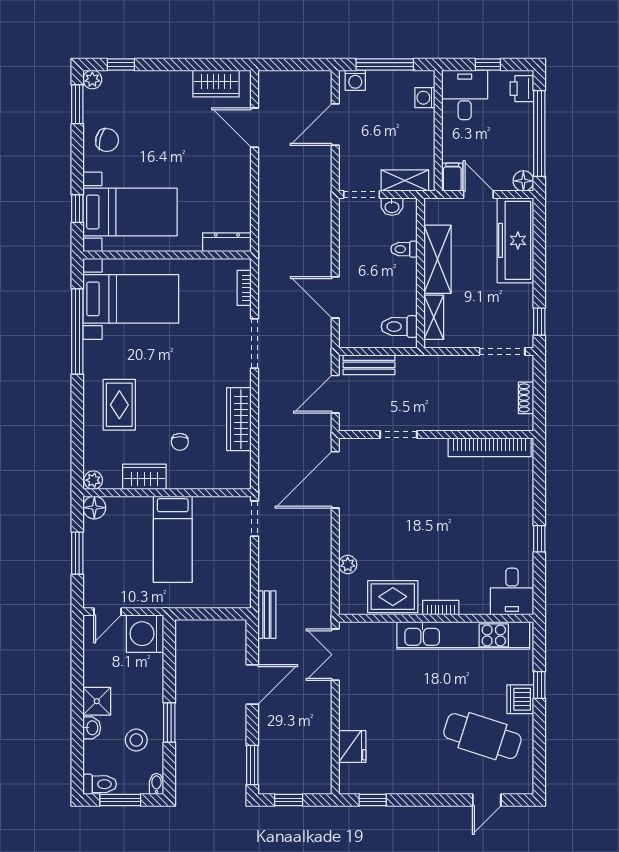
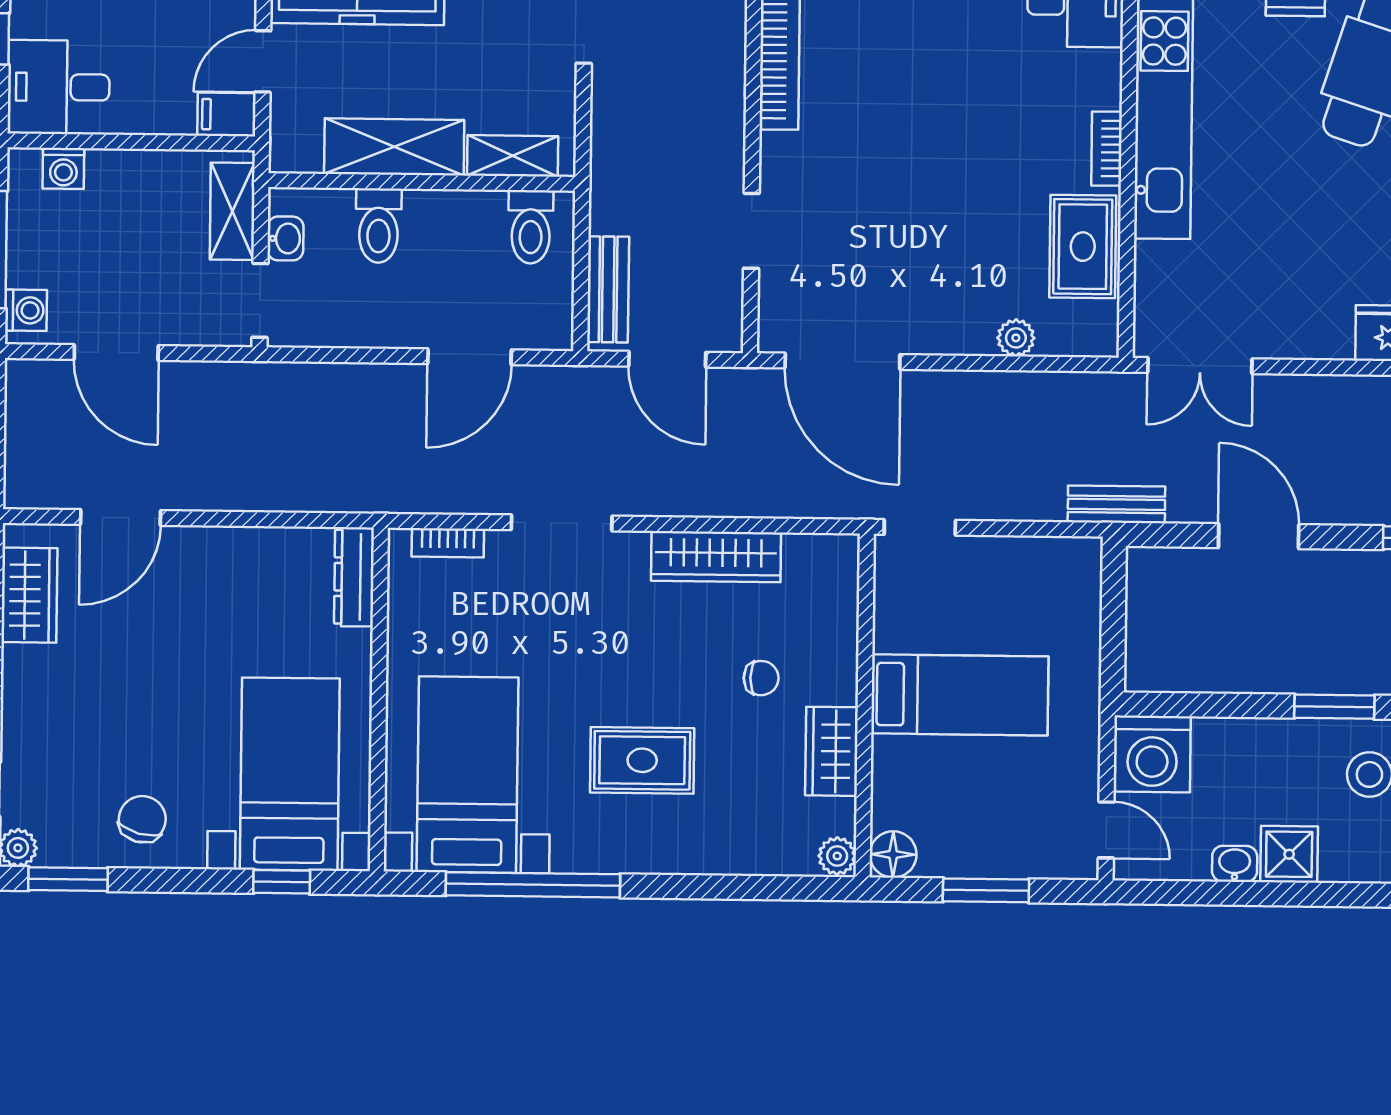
toilet: (404, 249) -> (379, 226), width x1.37, depth x1.39
rug: (119, 405) -> (642, 760), moved
washbasin: (92, 728) -> (1235, 864), moved

